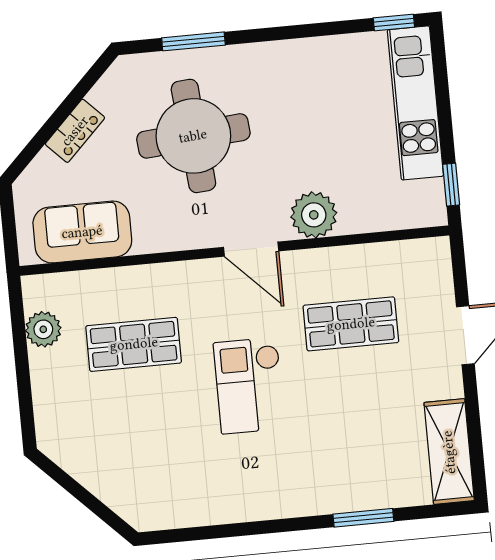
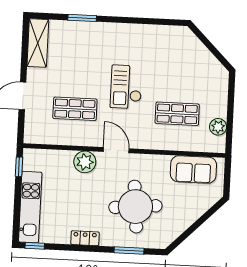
locker: (75, 131) -> (85, 238), moved, turned 45
checkout: (249, 386) -> (126, 87), turned 180

